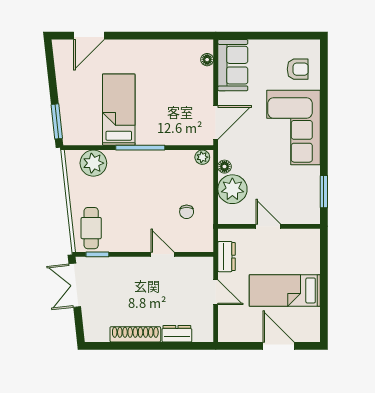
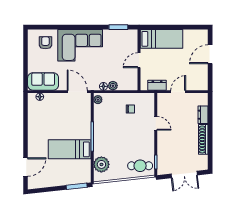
door: (89, 36) -> (26, 167), hinge flipped
plant: (232, 189) -> (113, 86), width x0.53, depth x0.53
door: (162, 254) -> (156, 123), swing flipped
double door: (75, 285) -> (184, 174), moved
bed: (285, 290) -> (161, 39), moved, turned -90

